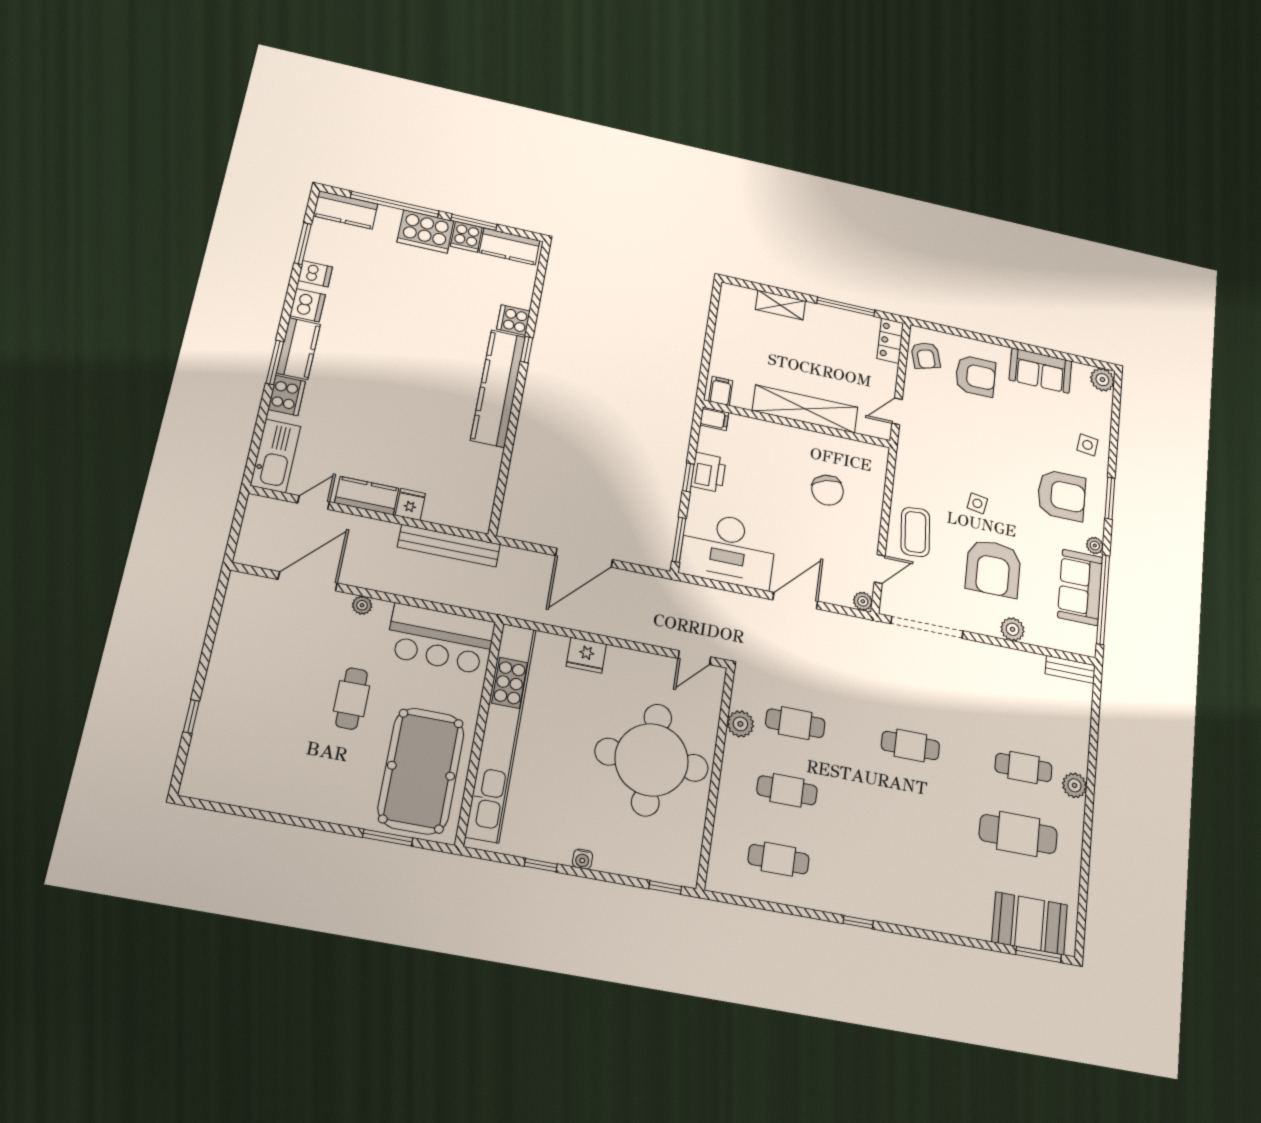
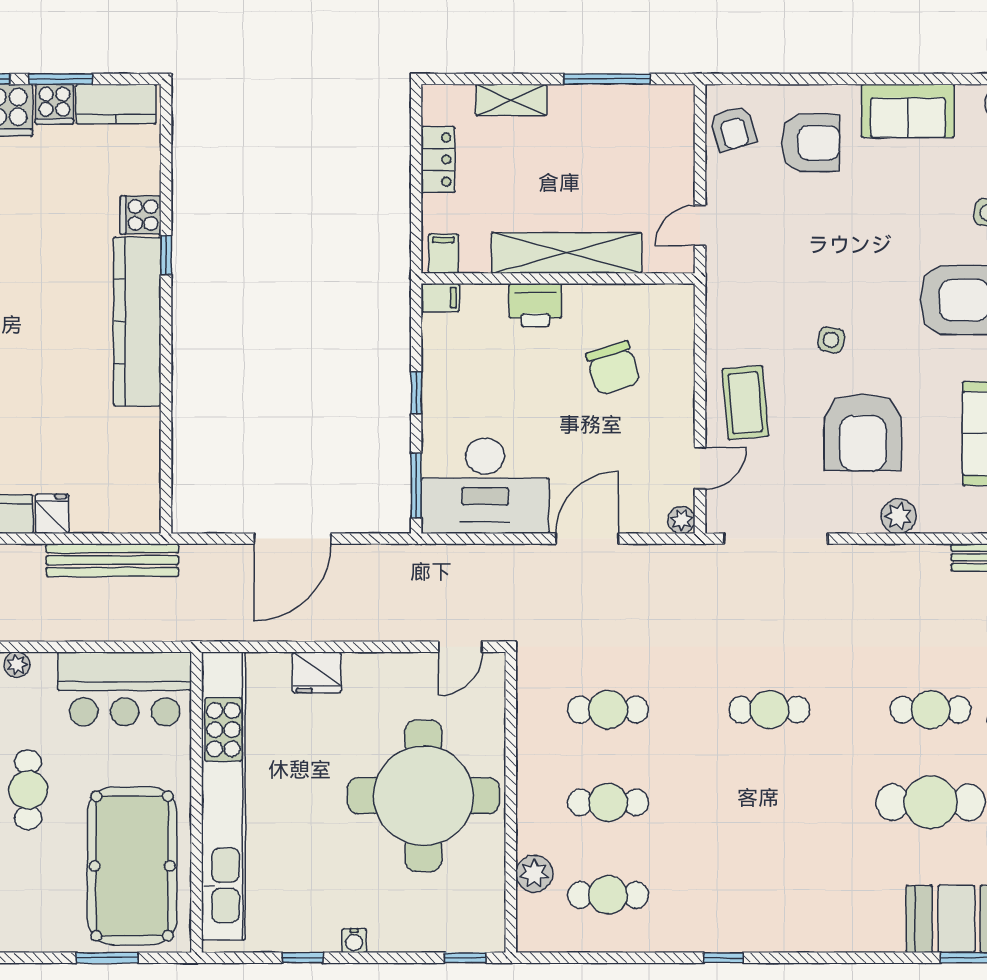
locker: (890, 341) -> (438, 160), moved, turned 180
printer: (708, 472) -> (535, 305), moved, turned 90
plant: (740, 724) -> (534, 874), moved

